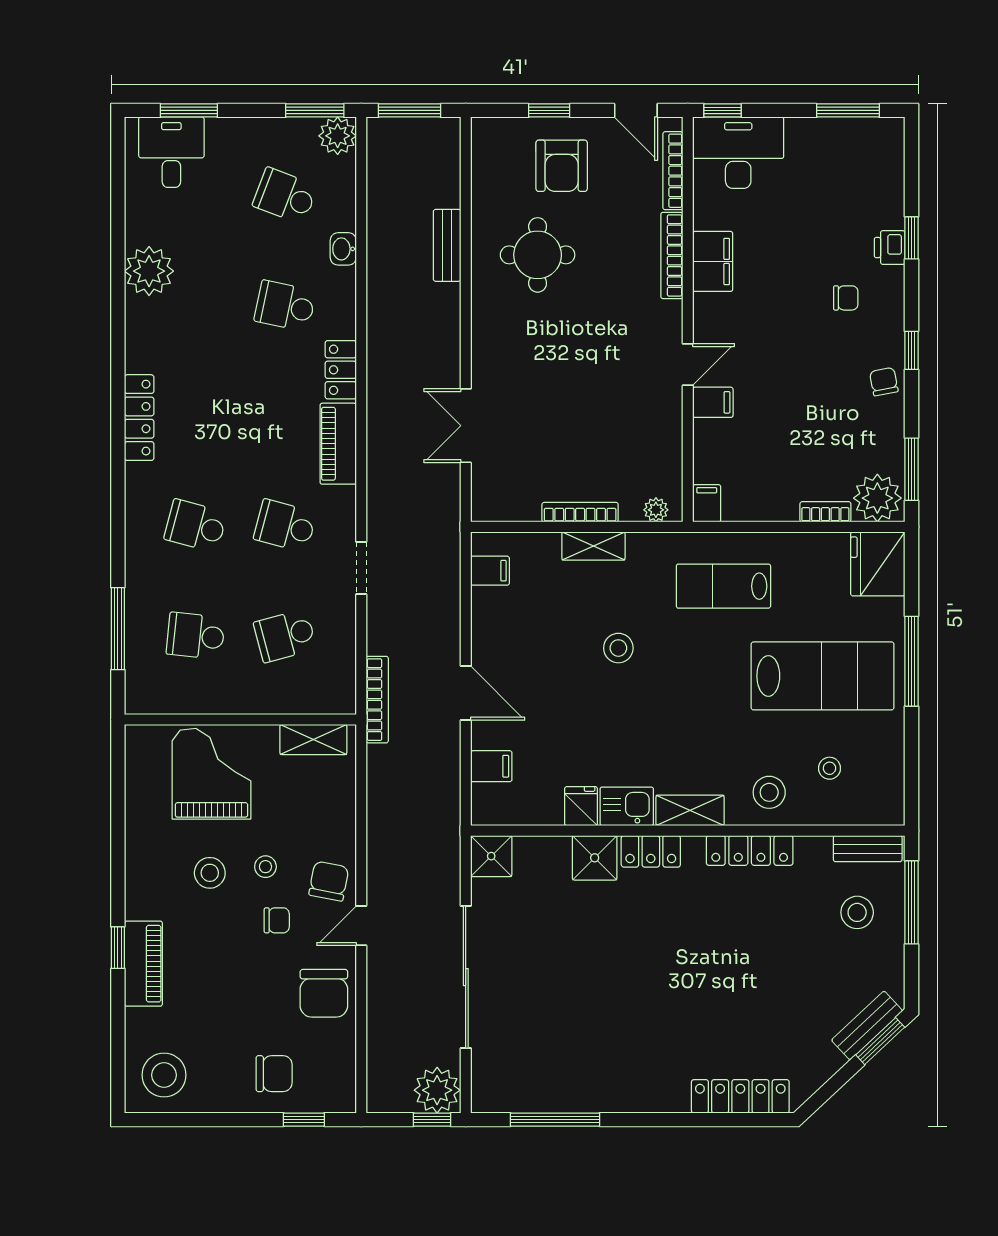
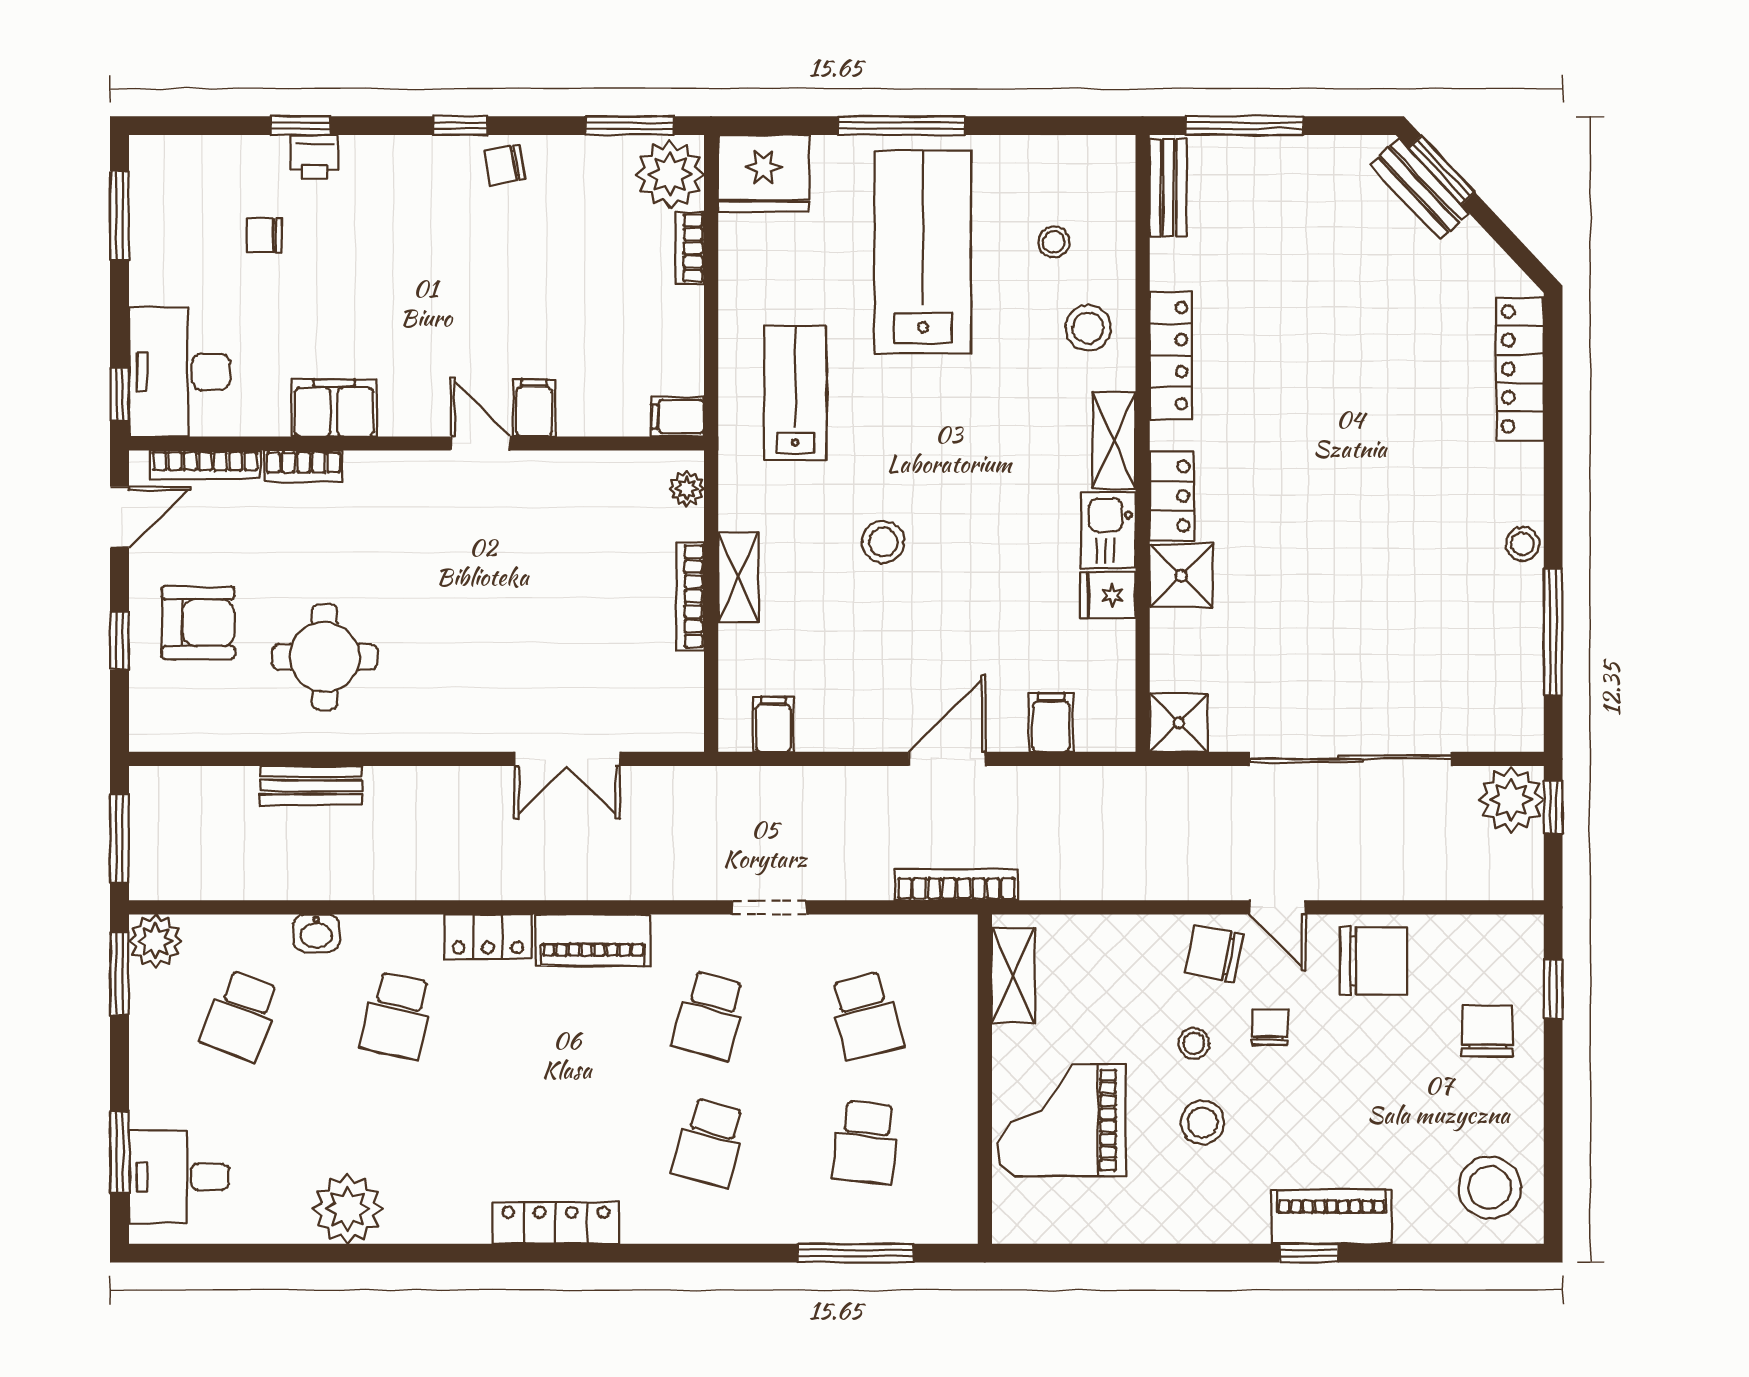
bookcase: (672, 255) -> (303, 466), width x0.64
chair: (846, 298) -> (264, 235), moved, turned -90
lab bench: (723, 586) -> (795, 393), turned 180
stool: (857, 912) -> (1522, 544), moved, width x0.73, depth x0.73

